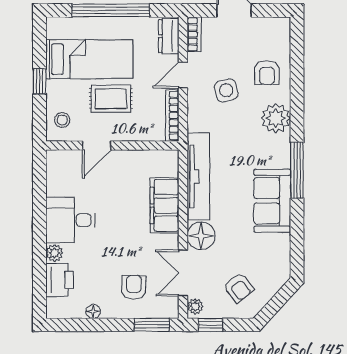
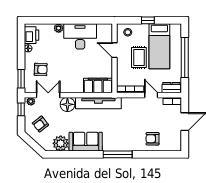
side table: (226, 90) -> (143, 118), removed
plant: (276, 118) -> (61, 143), moved
window: (297, 170) -> (118, 154), moved
filing cabinet: (165, 205) -> (98, 85), moved
desk: (70, 220) -> (80, 36), width x1.37
printer: (59, 280) -> (32, 35), moved, turned -90

